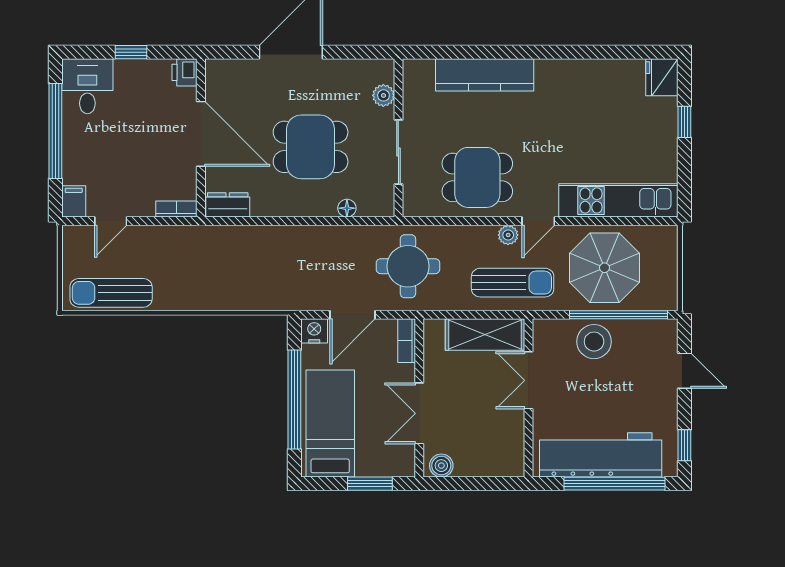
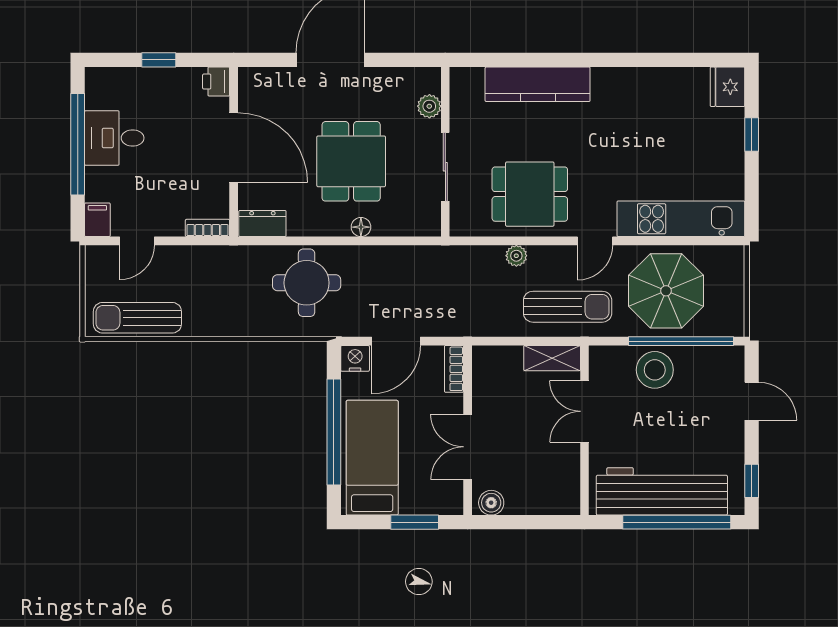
desk: (87, 86) -> (114, 138), moved, turned -90
dining table: (311, 147) -> (351, 161), turned 90
floor lamp: (347, 208) -> (361, 227), moved
plant: (508, 235) -> (516, 256), moved
round table: (408, 266) -> (307, 283), moved
shelving: (485, 334) -> (552, 358), width x0.67, depth x0.75

